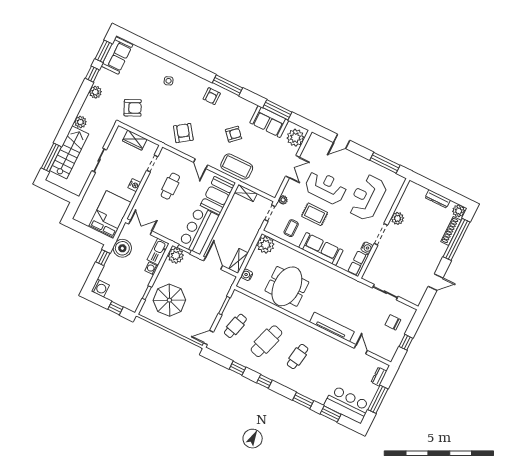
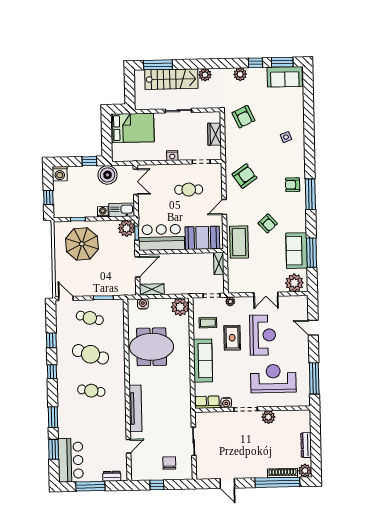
bed: (110, 215) -> (132, 128), moved

